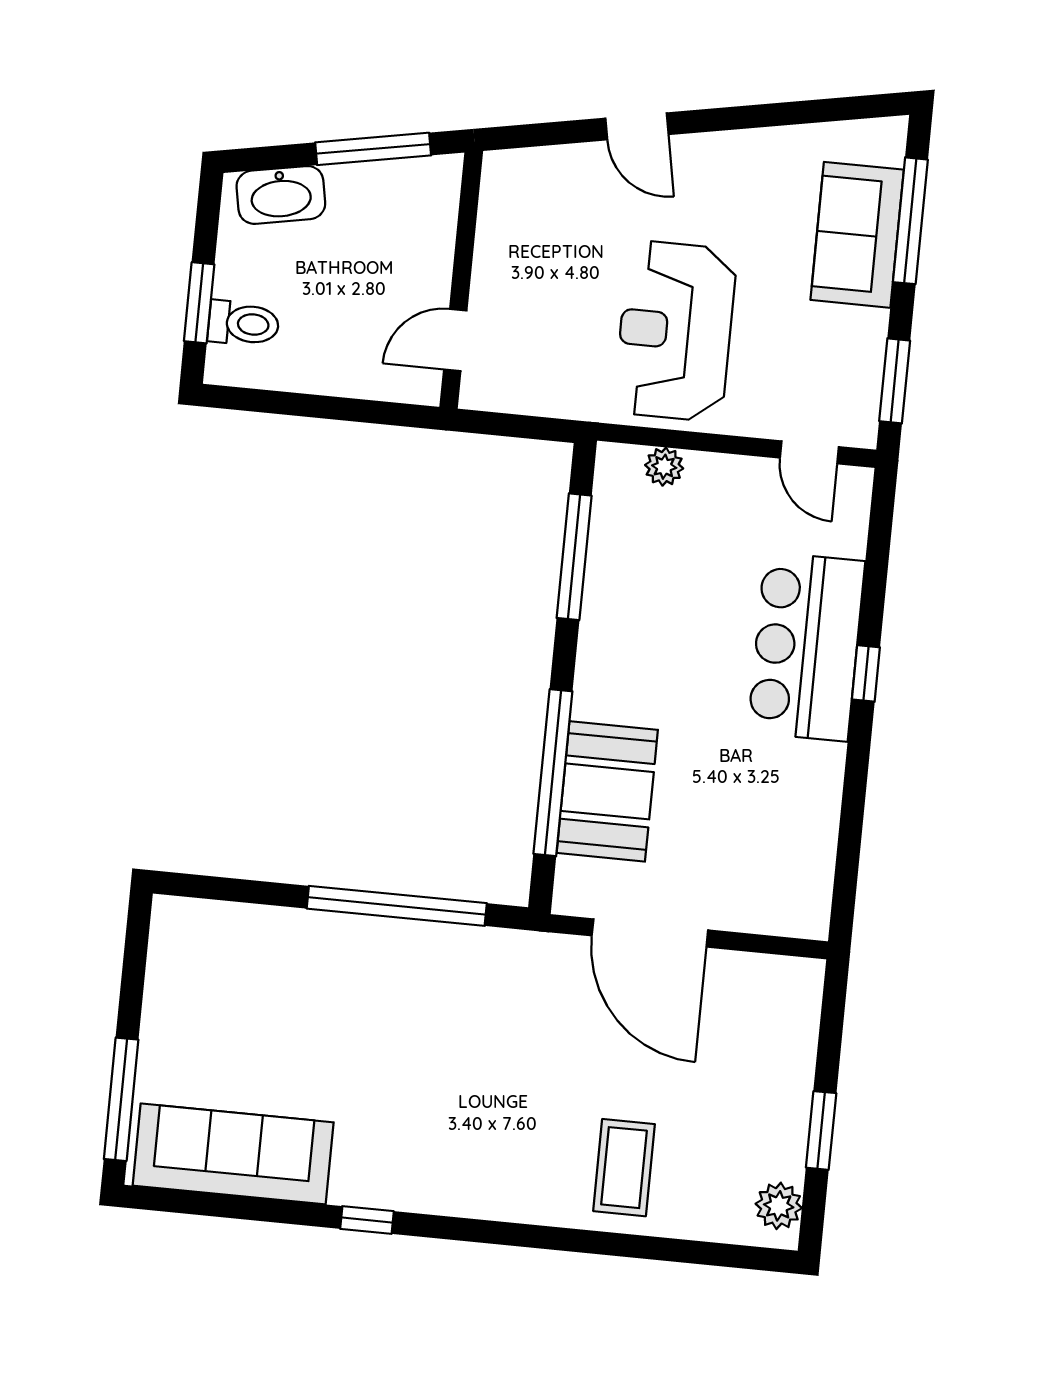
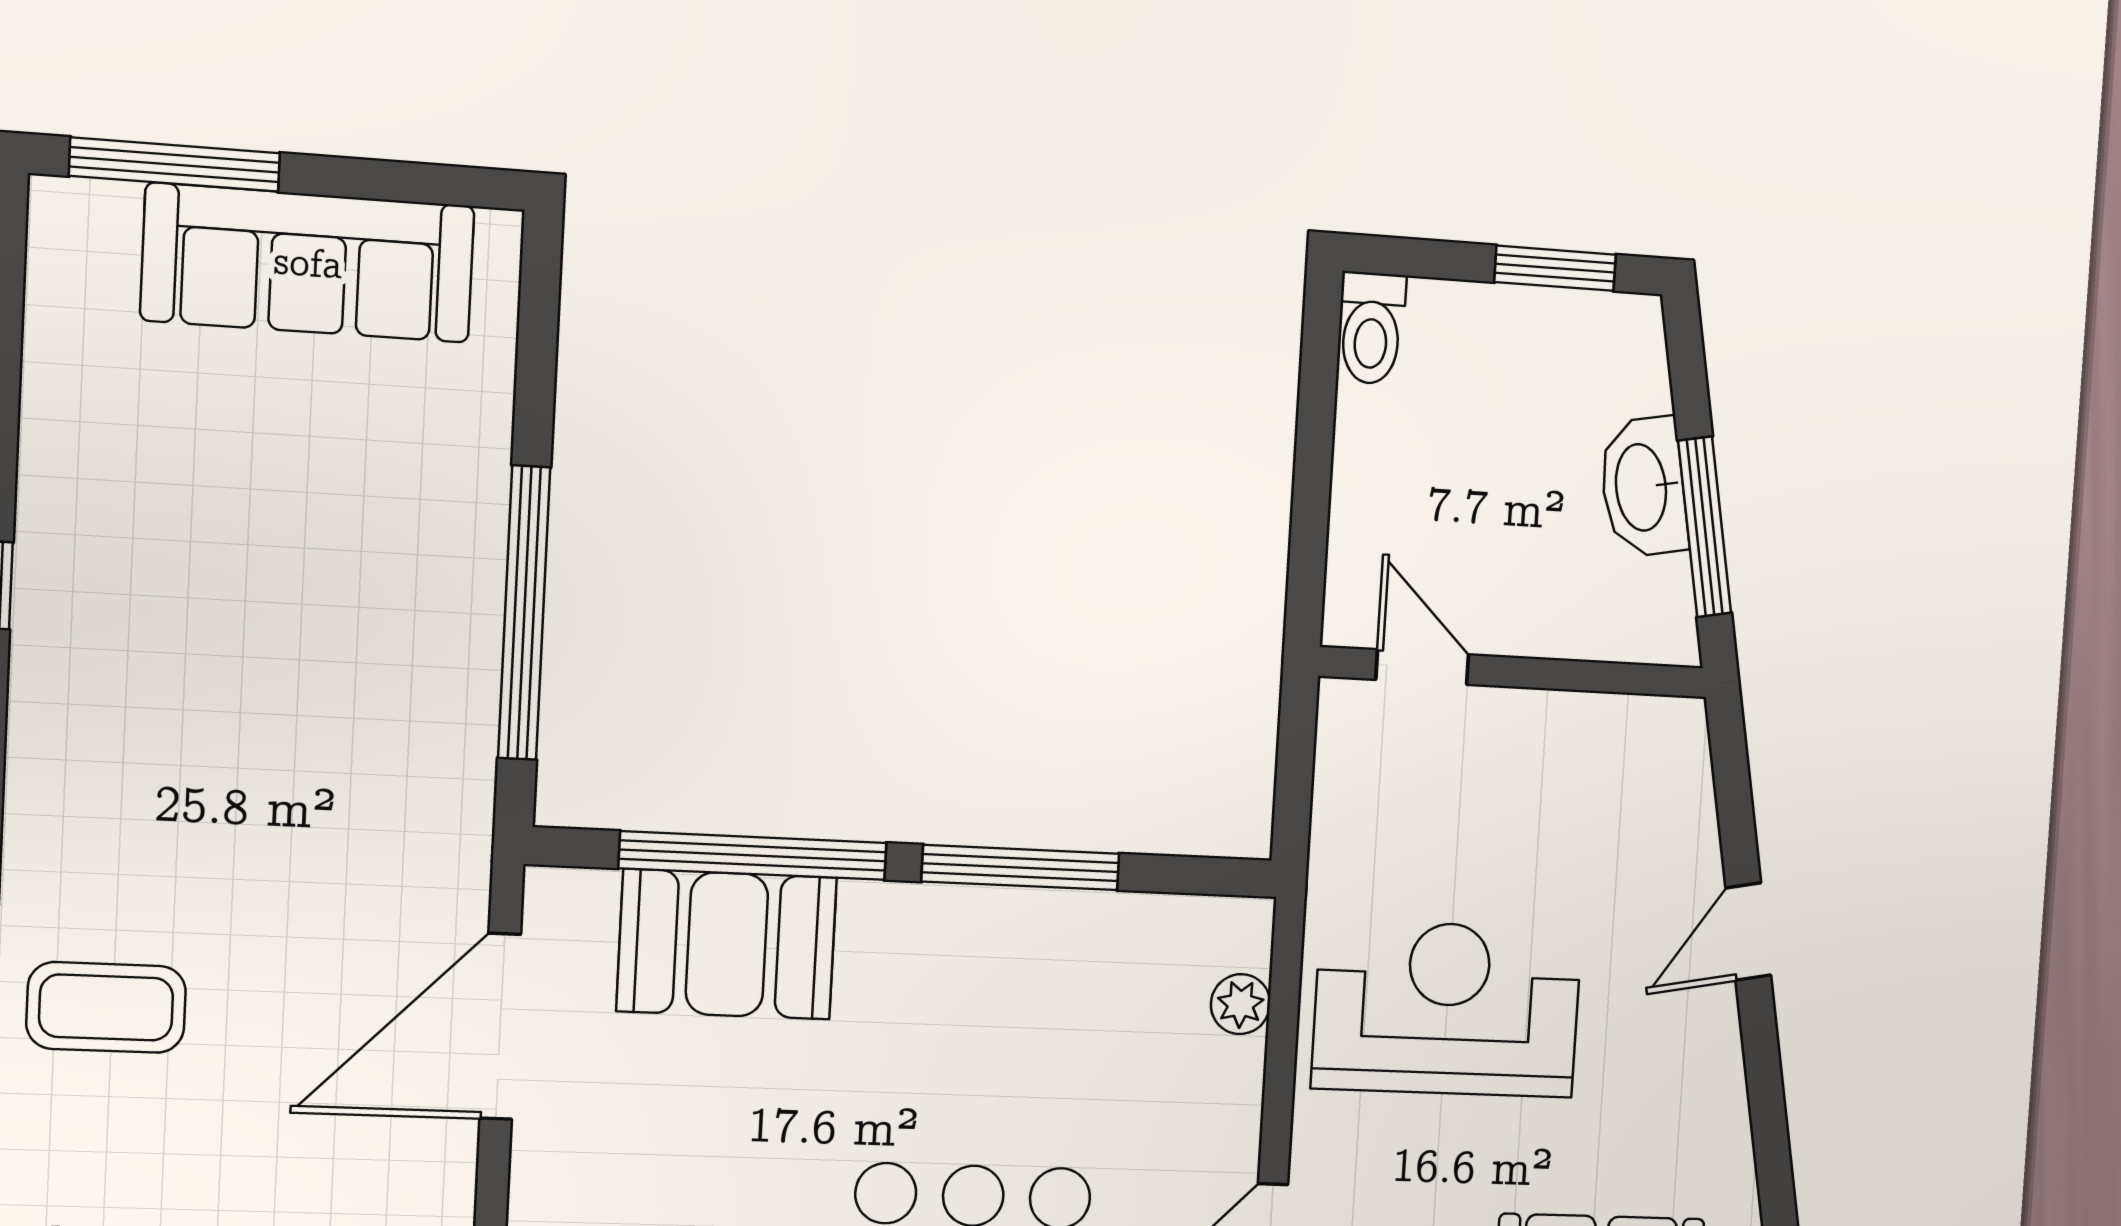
washbasin: (281, 195) -> (1643, 487), moved
window: (199, 303) -> (1555, 268), moved
toilet: (244, 324) -> (1371, 328), moved
window: (574, 557) -> (1021, 867), moved
sofa: (233, 1154) -> (308, 263), moved, turned 90

